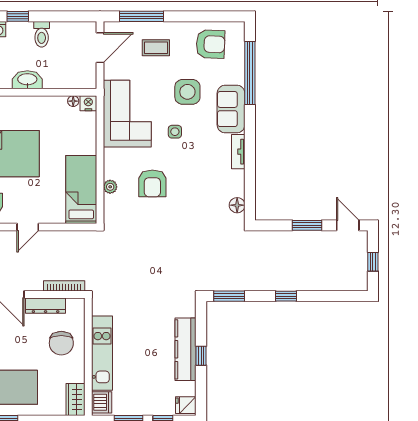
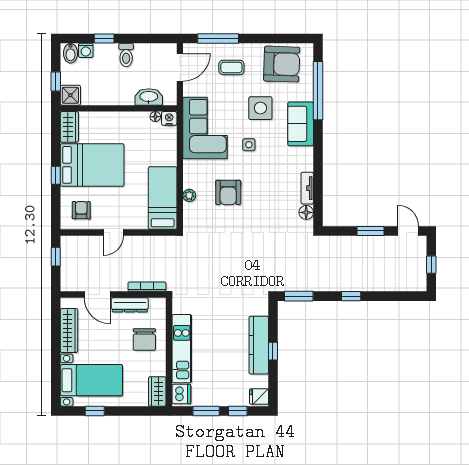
armchair: (210, 44) -> (282, 64), width x1.36, depth x1.36
washbasin: (27, 80) -> (149, 97), moved
tv unit: (238, 152) -> (307, 188), moved

